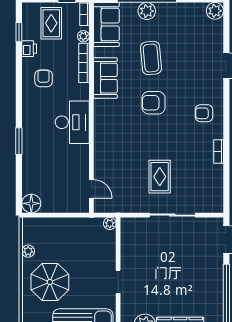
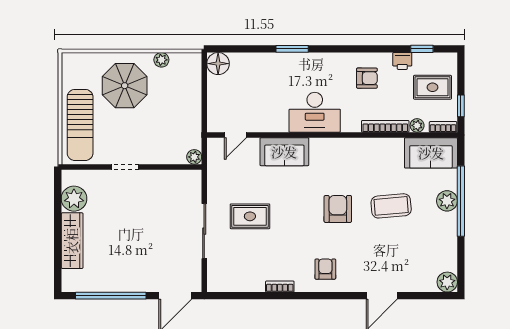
sofa: (105, 78) -> (284, 152), moved

